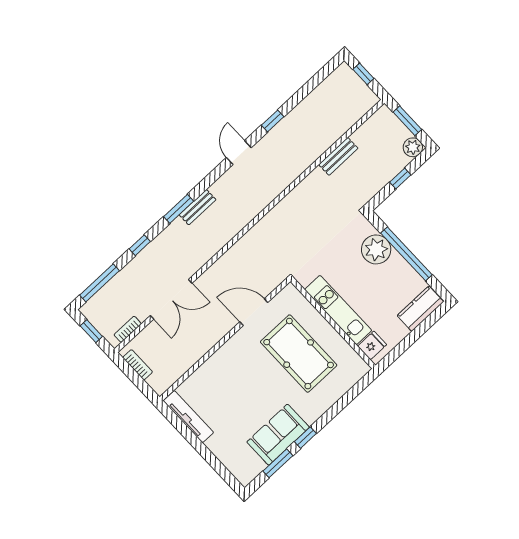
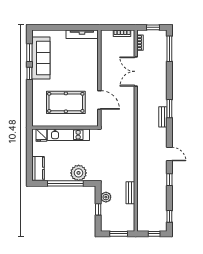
plant: (413, 147) -> (106, 197), moved
window: (140, 245) -> (169, 216), moved
door: (254, 312) -> (99, 100), hinge flipped
sofa: (278, 435) -> (41, 58), width x1.36

